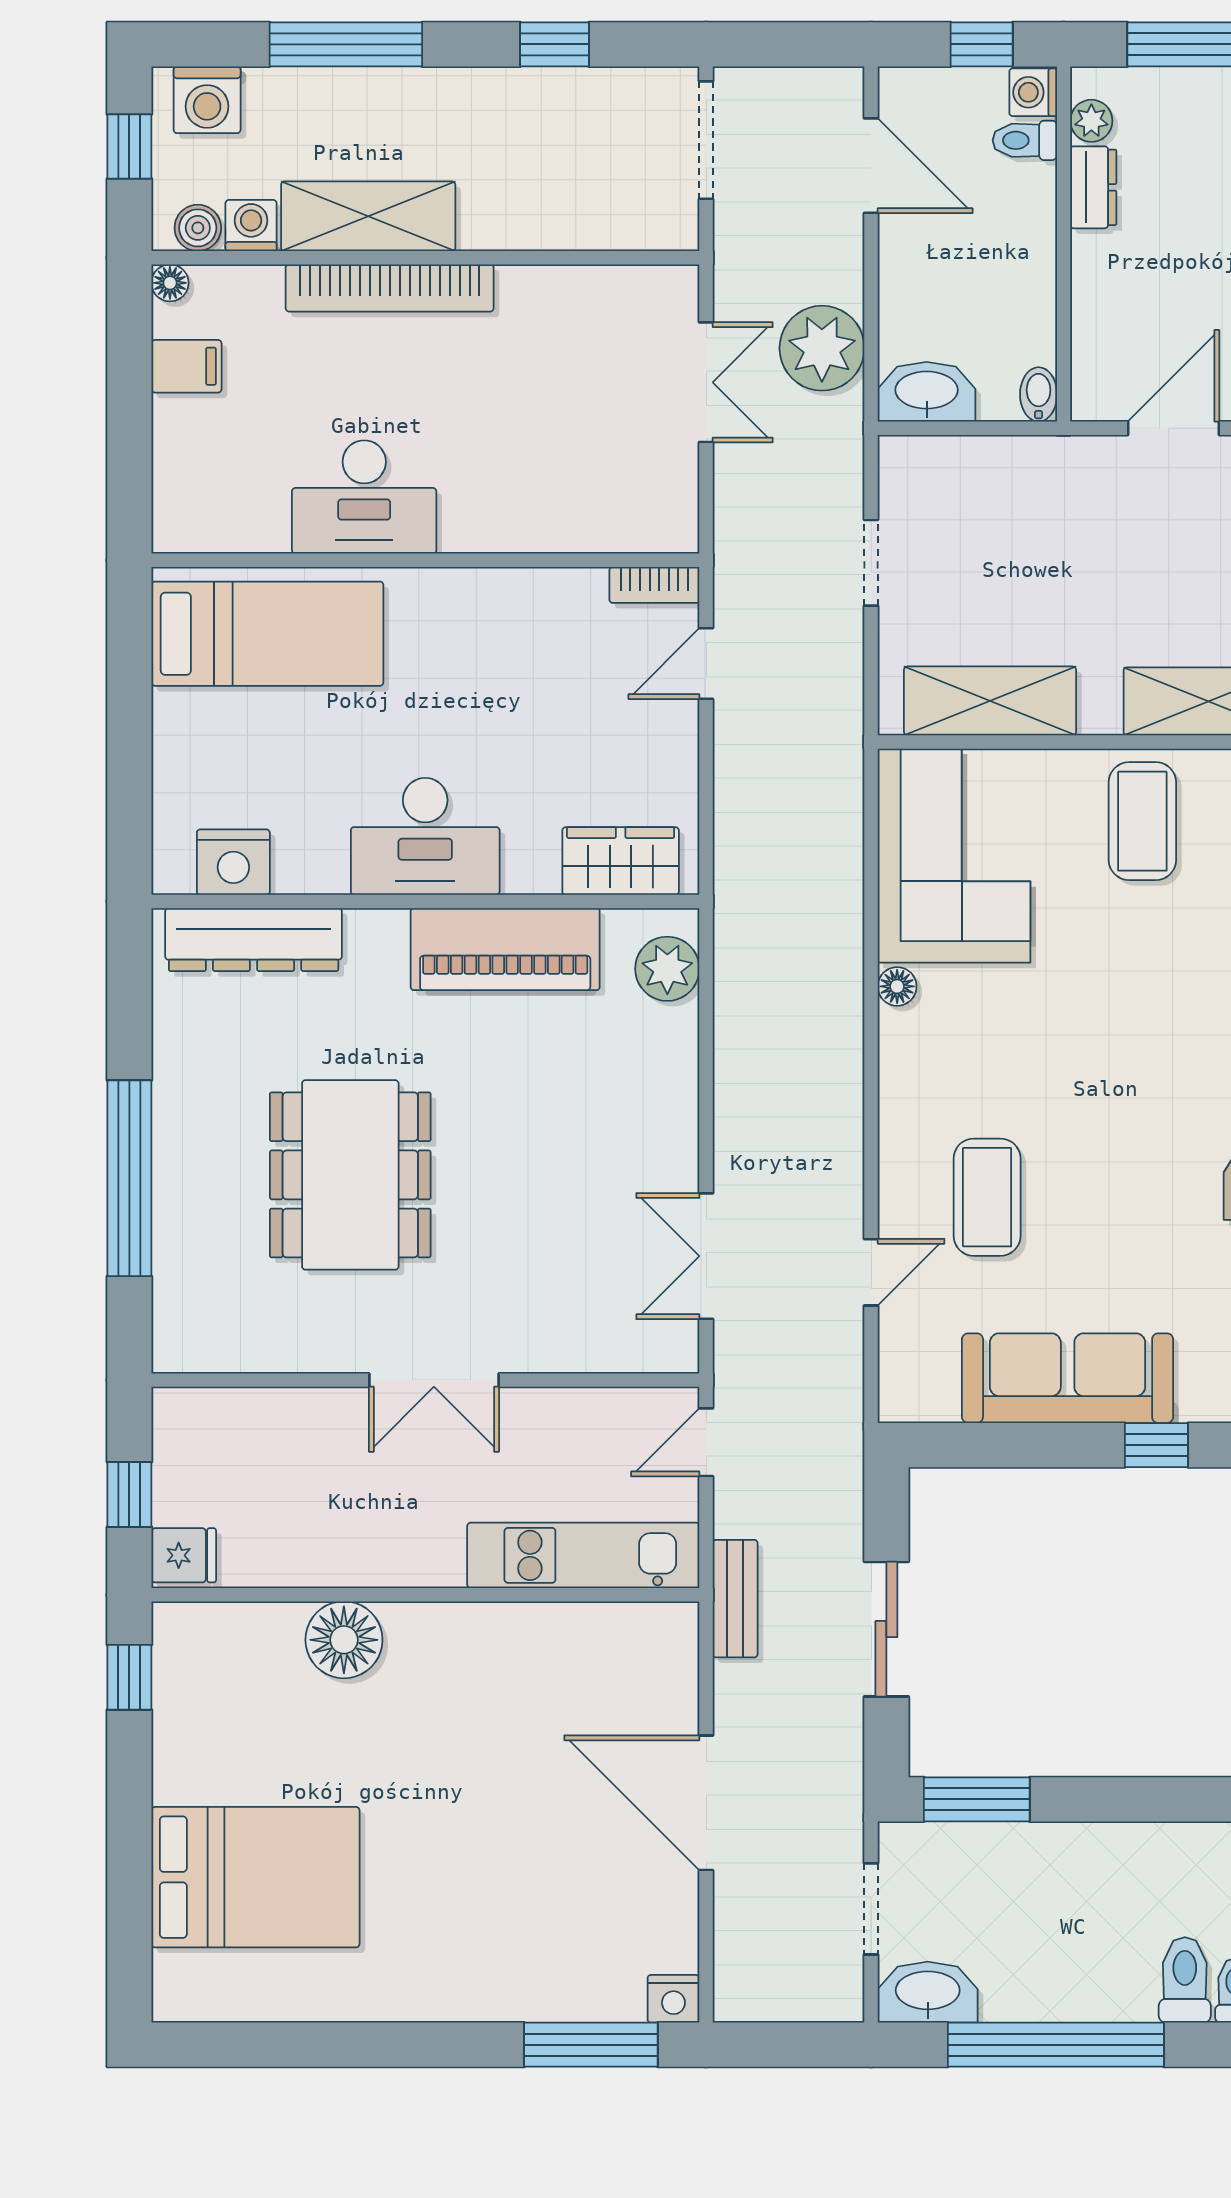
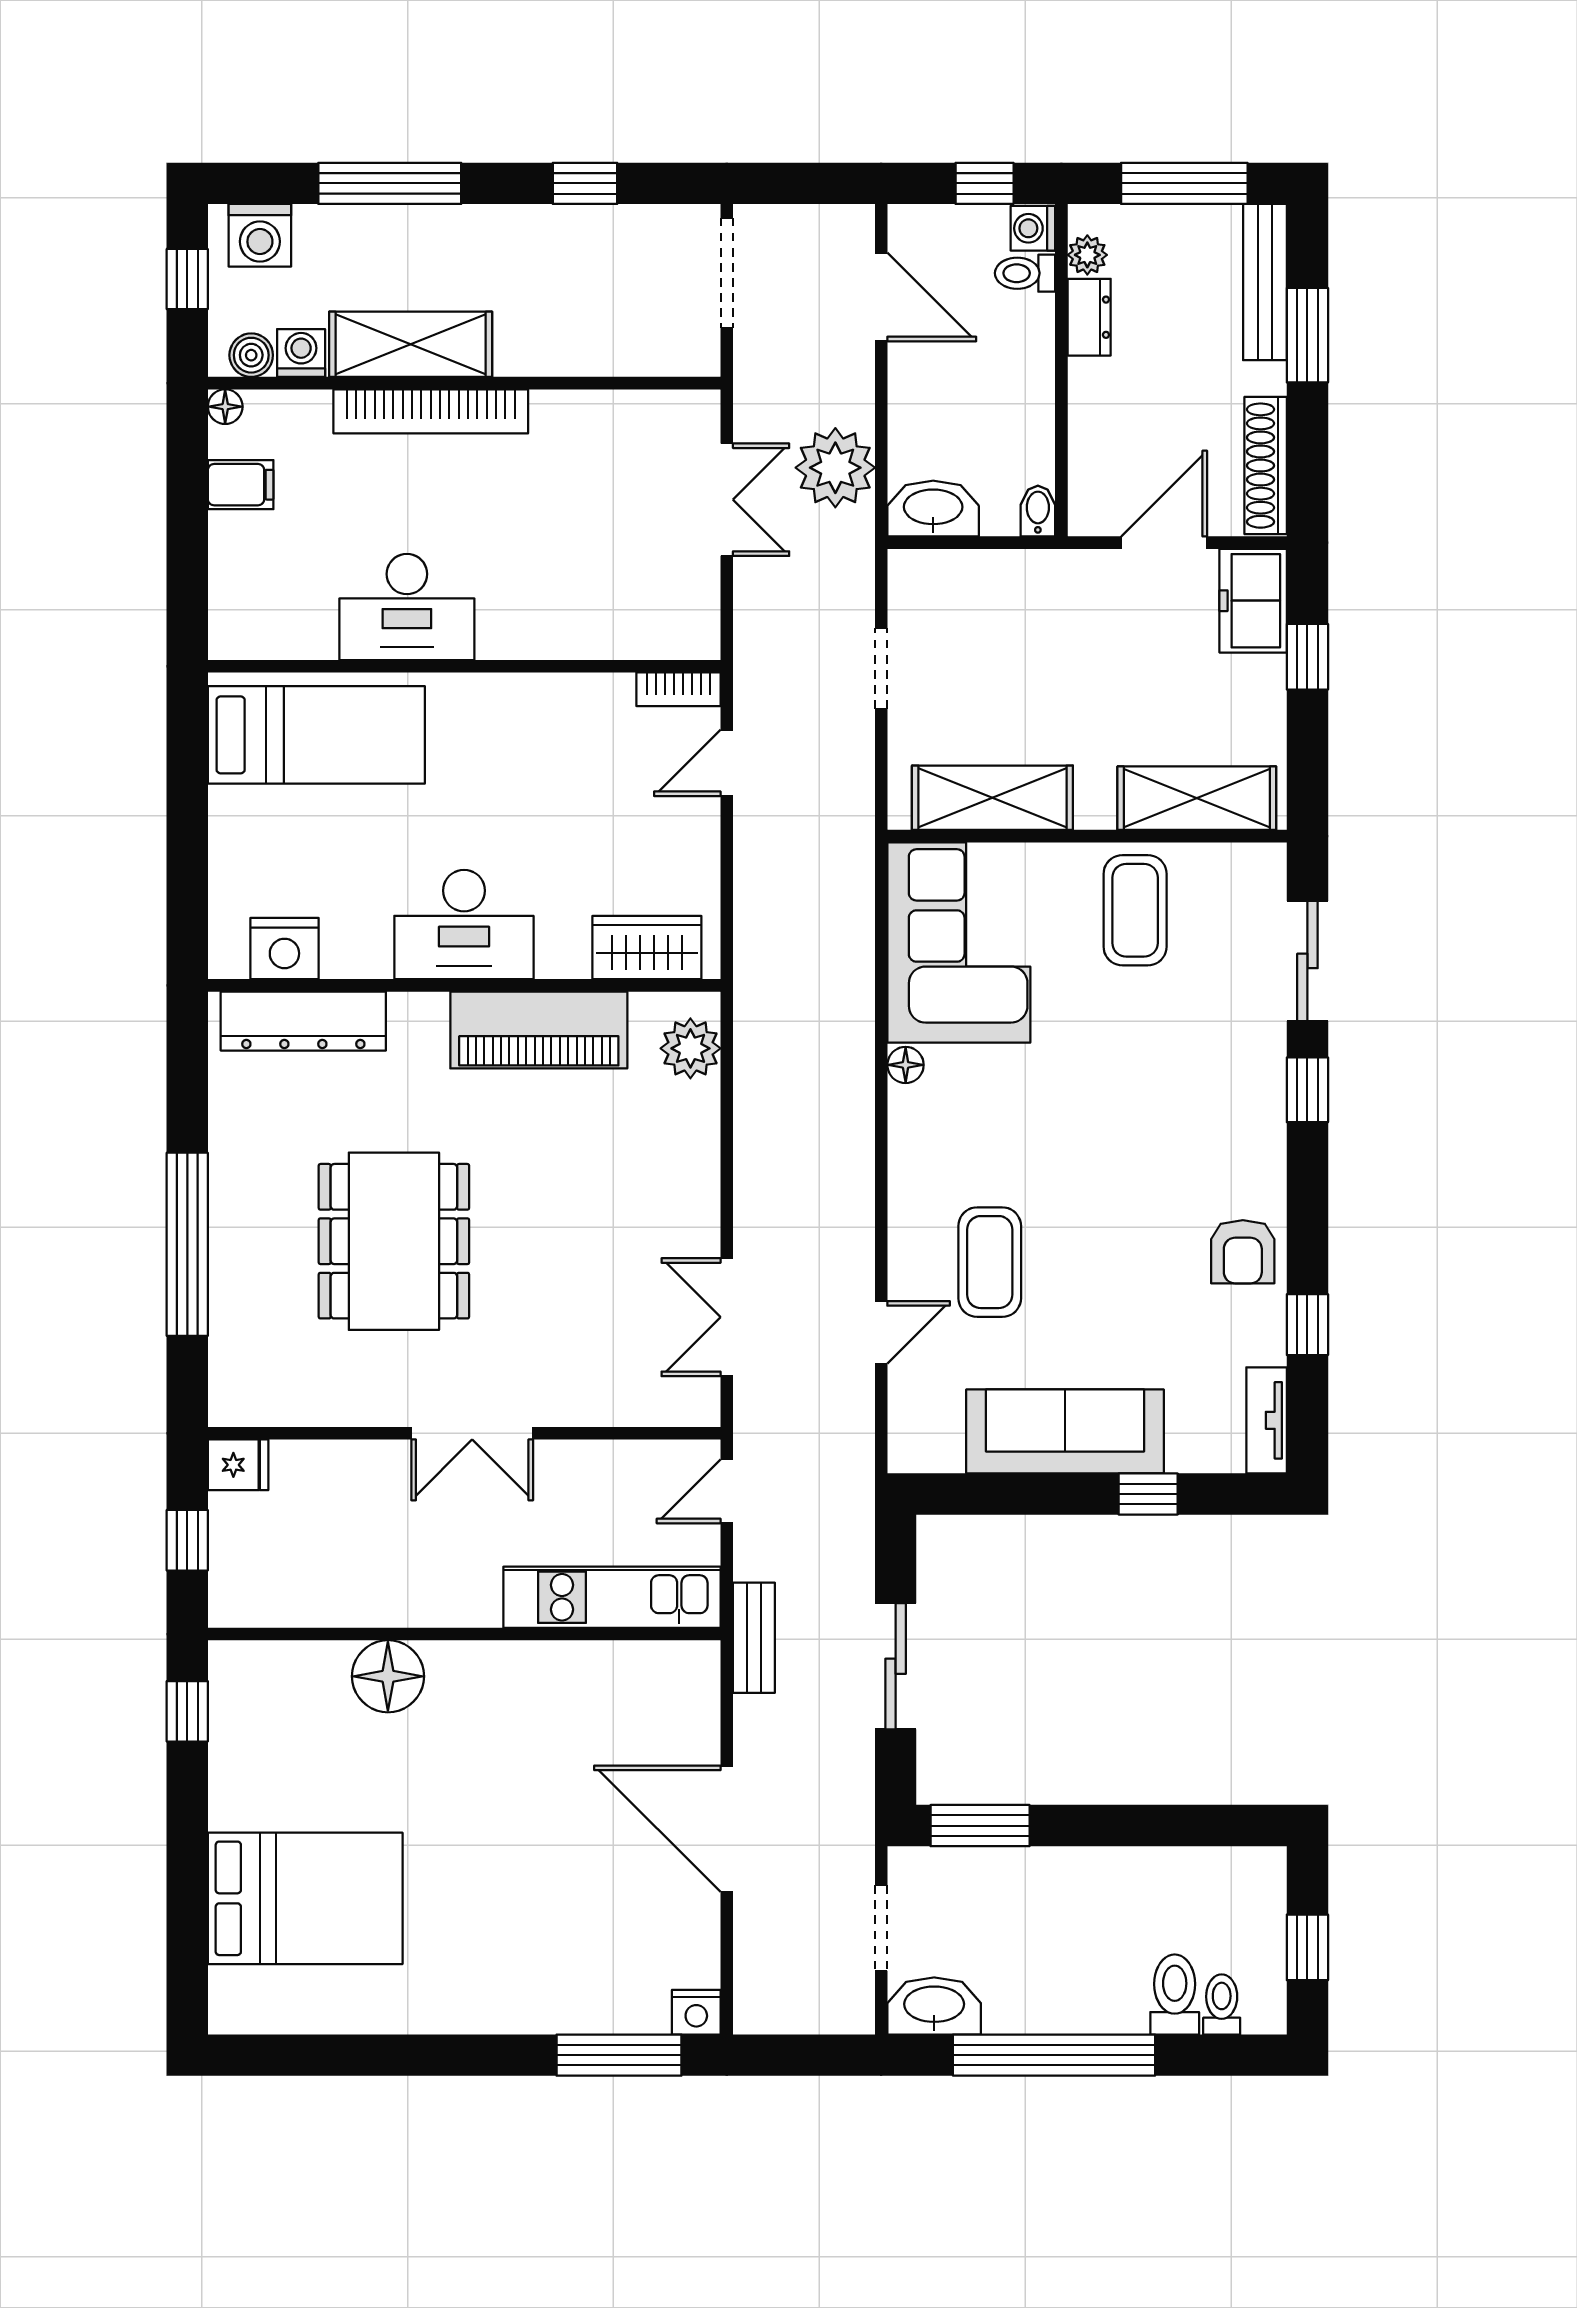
fridge: (184, 1555) -> (238, 1465), moved

